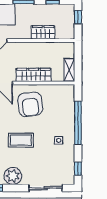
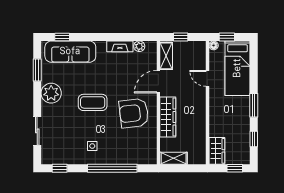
wardrobe: (43, 32) -> (217, 151), moved
coffee table: (21, 140) -> (93, 102), turned 90
sliding door: (46, 188) -> (37, 131), width x0.73

